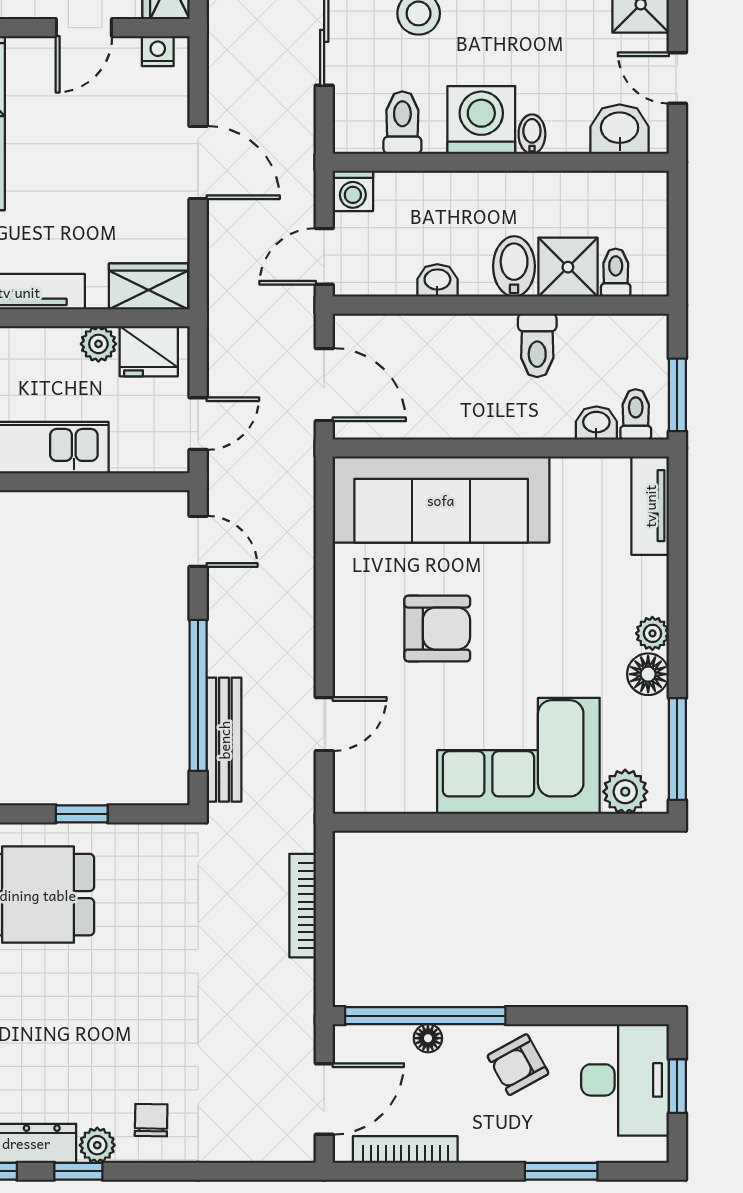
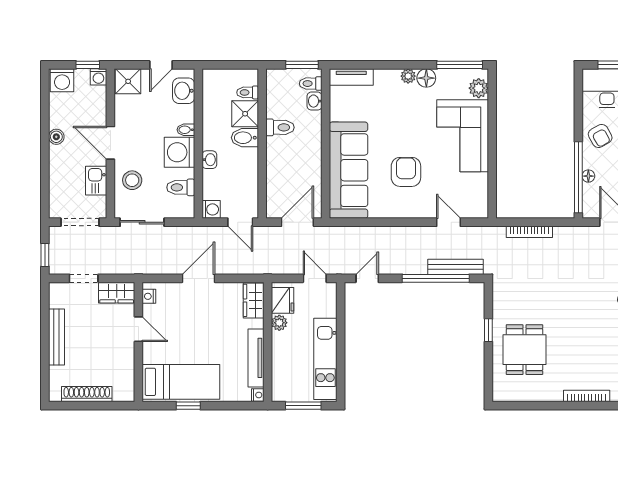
washbasin: (437, 280) -> (209, 160), moved, turned 180

